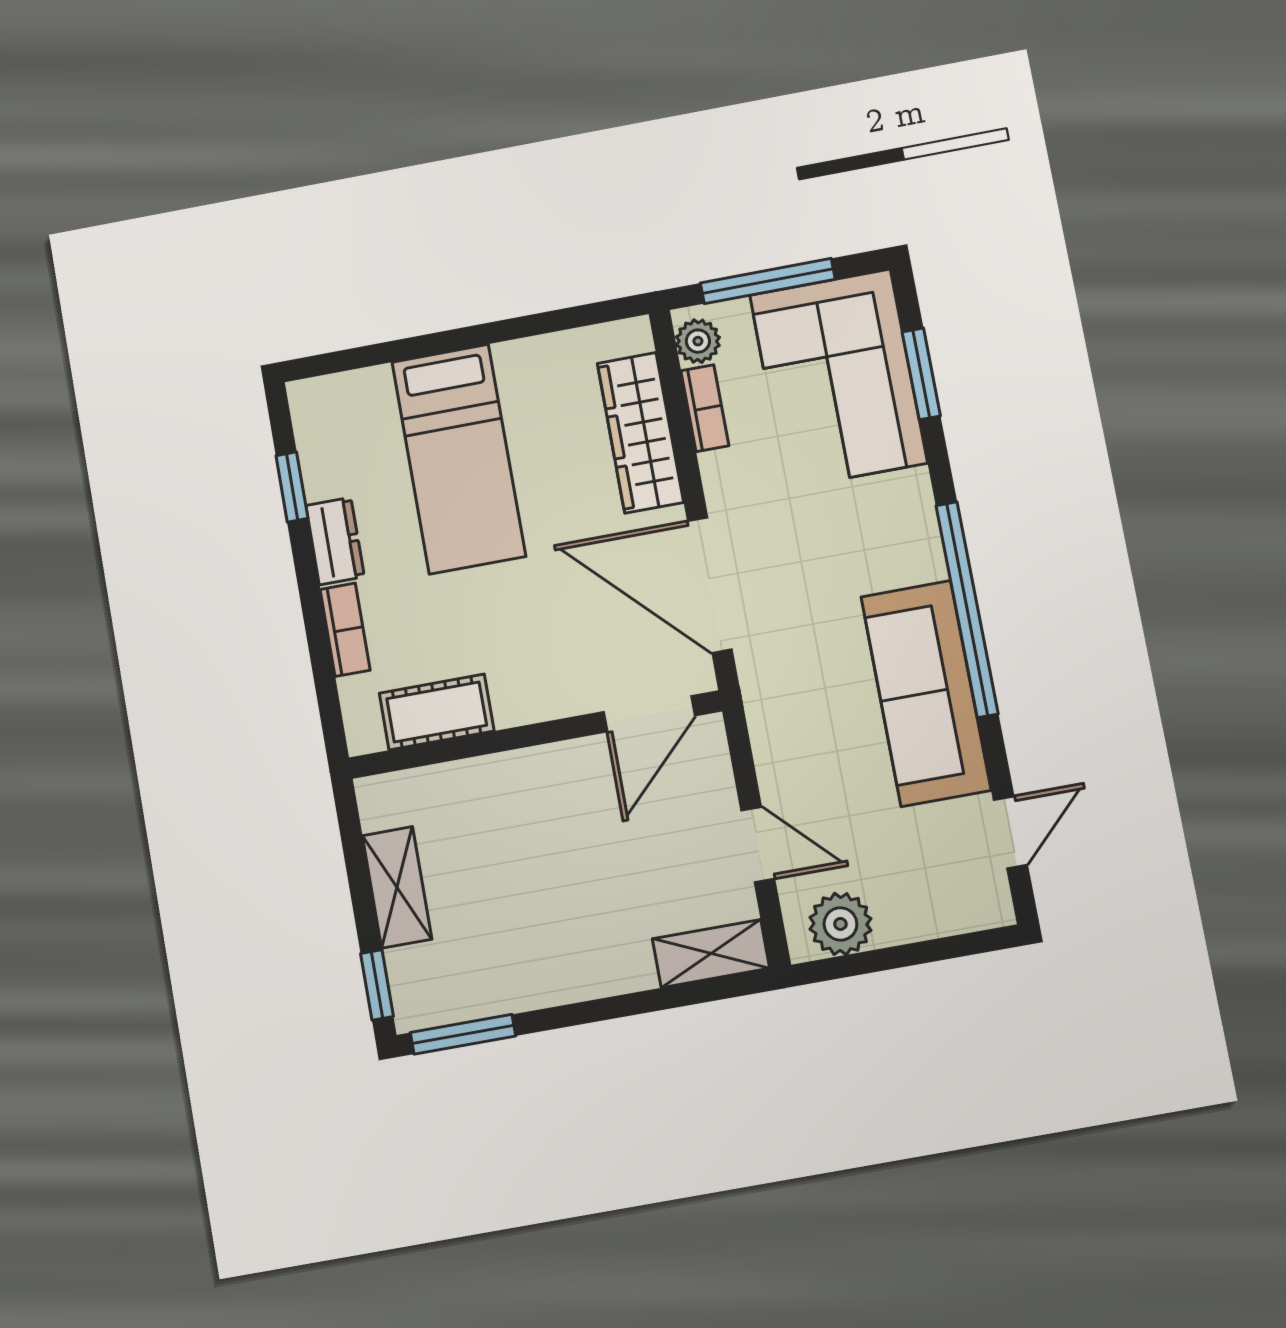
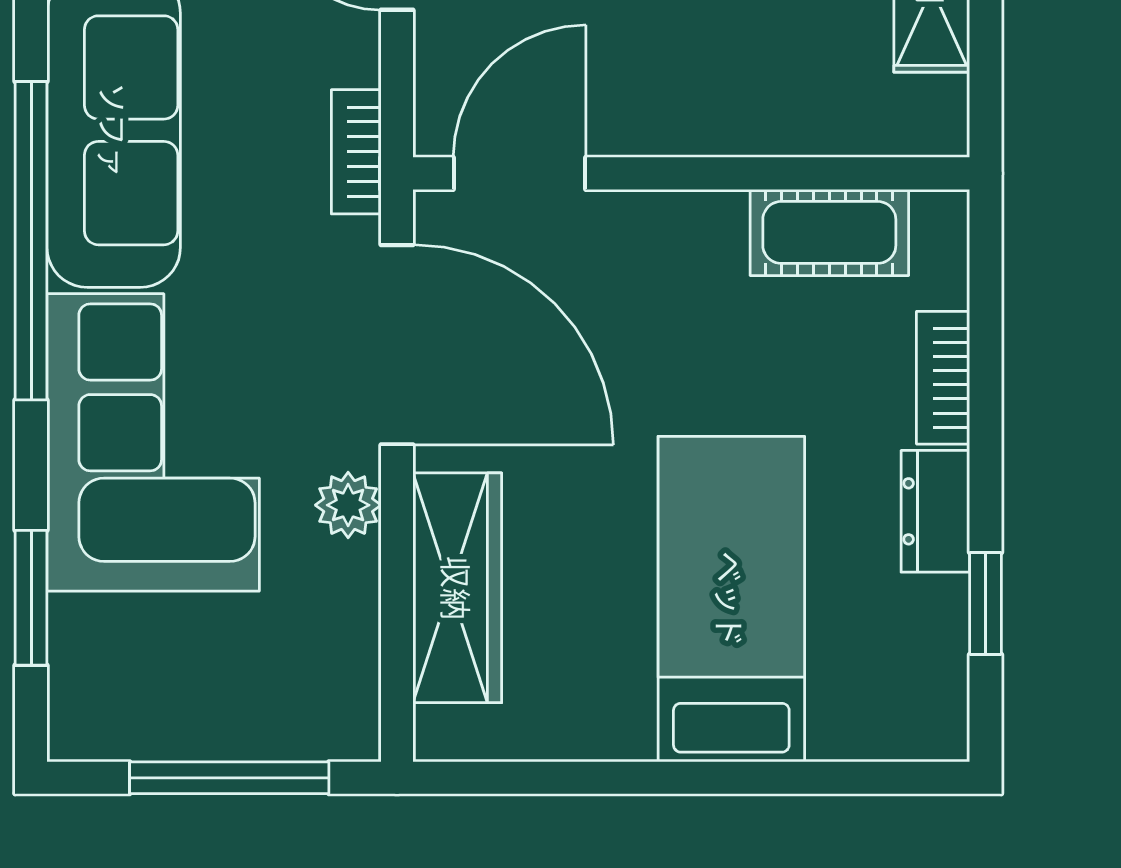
plant: (698, 341) -> (348, 505), moved
corner sofa: (838, 379) -> (153, 442), moved
bookcase: (705, 408) -> (356, 152), moved

